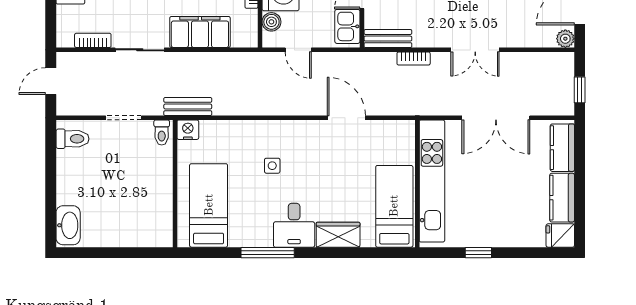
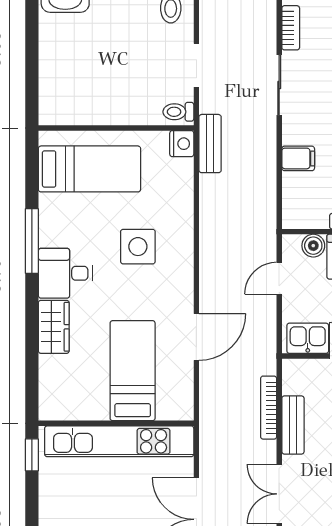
filing cabinet: (200, 32) -> (298, 158), width x0.33, depth x0.86
bench: (388, 39) -> (293, 425), moved
bookcase: (414, 59) -> (269, 408), width x1.56
side table: (272, 166) -> (138, 247), width x1.87, depth x1.87
bed: (394, 206) -> (133, 371), moved, turned -90
window: (478, 253) -> (32, 455), moved

